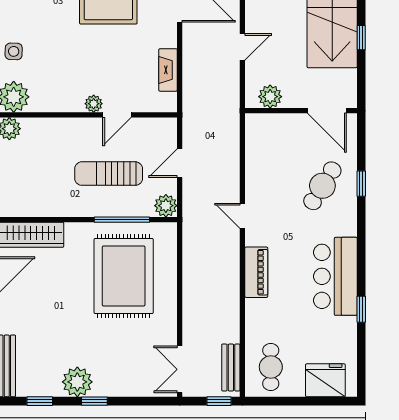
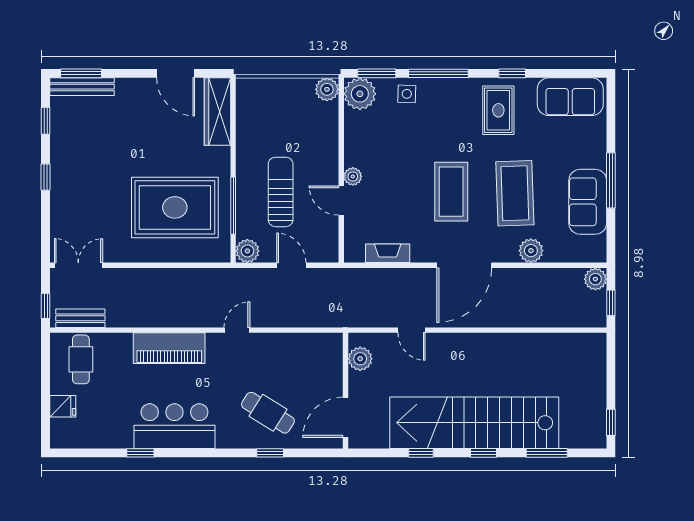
piano: (256, 272) -> (169, 348), width x1.37, depth x1.33
cafe table: (271, 367) -> (81, 359), turned 90
fridge: (325, 380) -> (63, 406), width x0.53, depth x0.75
plant: (77, 382) -> (65, 160), removed

